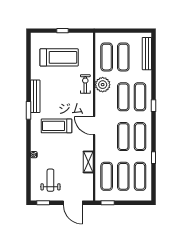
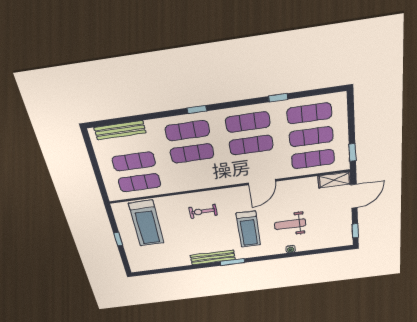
treadmill: (59, 57) -> (146, 223), moved, turned 180
exercise bike: (85, 84) -> (203, 211), moved
plant: (103, 85) -> (180, 182), removed
door: (94, 126) -> (262, 182), moved
shelving: (88, 162) -> (334, 180), moved
weight bench: (50, 180) -> (290, 224), moved

